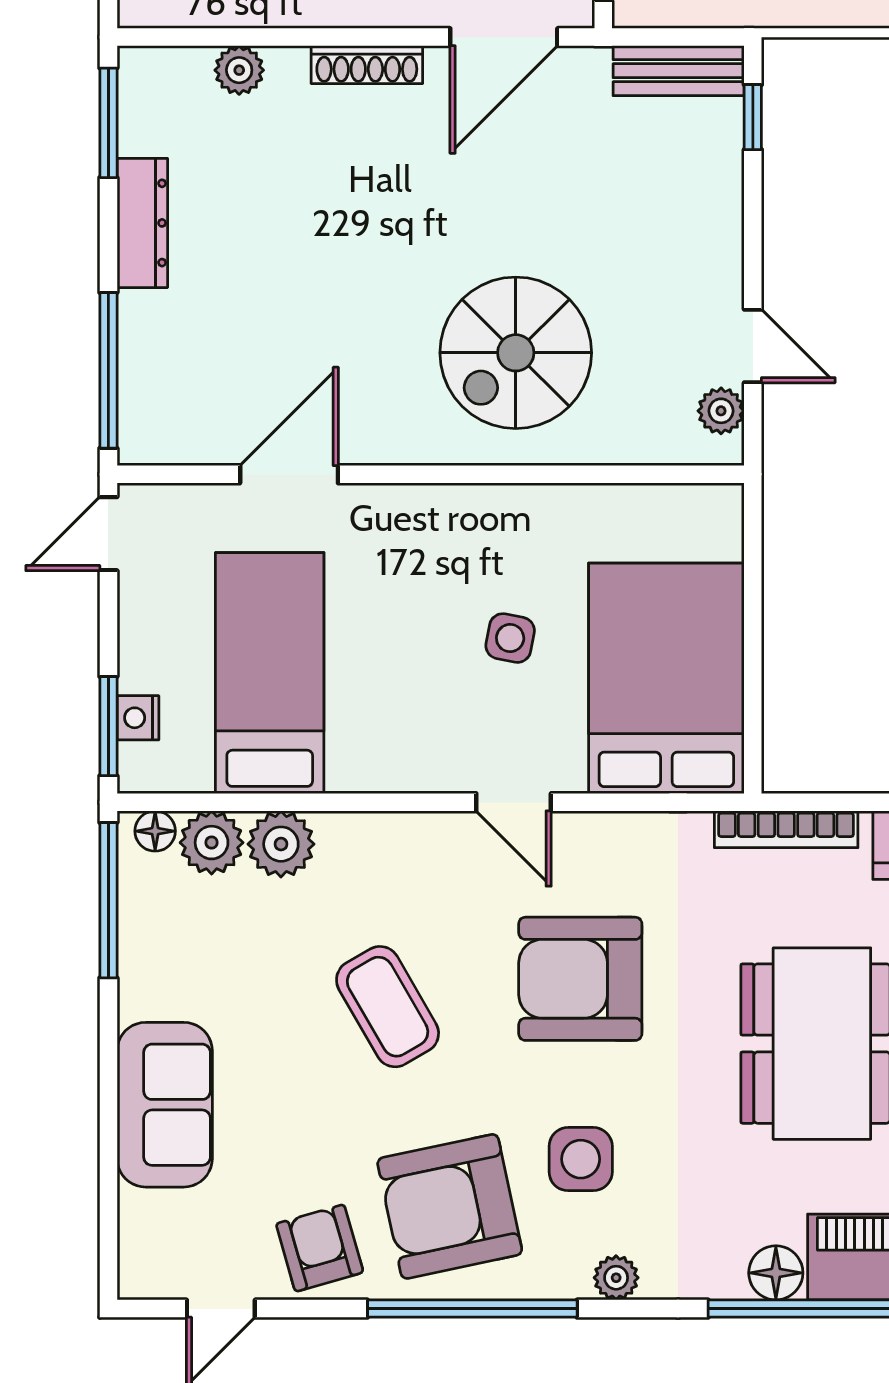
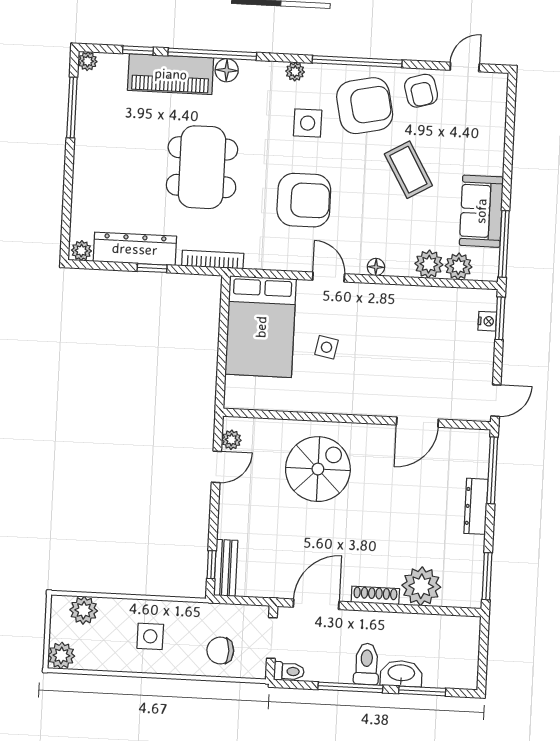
plant: (239, 70) -> (421, 586), width x1.87, depth x1.87
bench: (679, 71) -> (226, 568), moved, turned 90
dresser: (142, 223) -> (476, 506), moved
door: (753, 346) -> (216, 467), swing flipped
bed: (270, 673) -> (430, 337), removed
floor lamp: (155, 831) -> (376, 267), moved
coffee table: (388, 1007) -> (408, 170), moved
sofa: (165, 1105) -> (481, 211), moved

